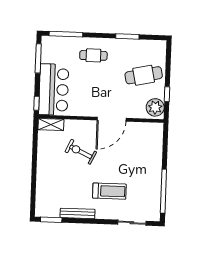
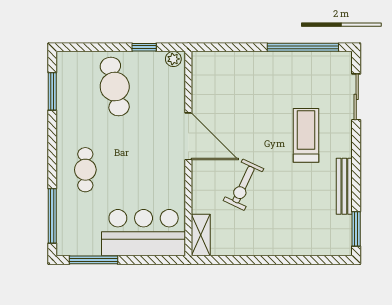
window: (127, 36) -> (52, 91), moved
window: (37, 103) -> (167, 260), removed
plant: (155, 107) -> (173, 59), width x0.53, depth x0.53

